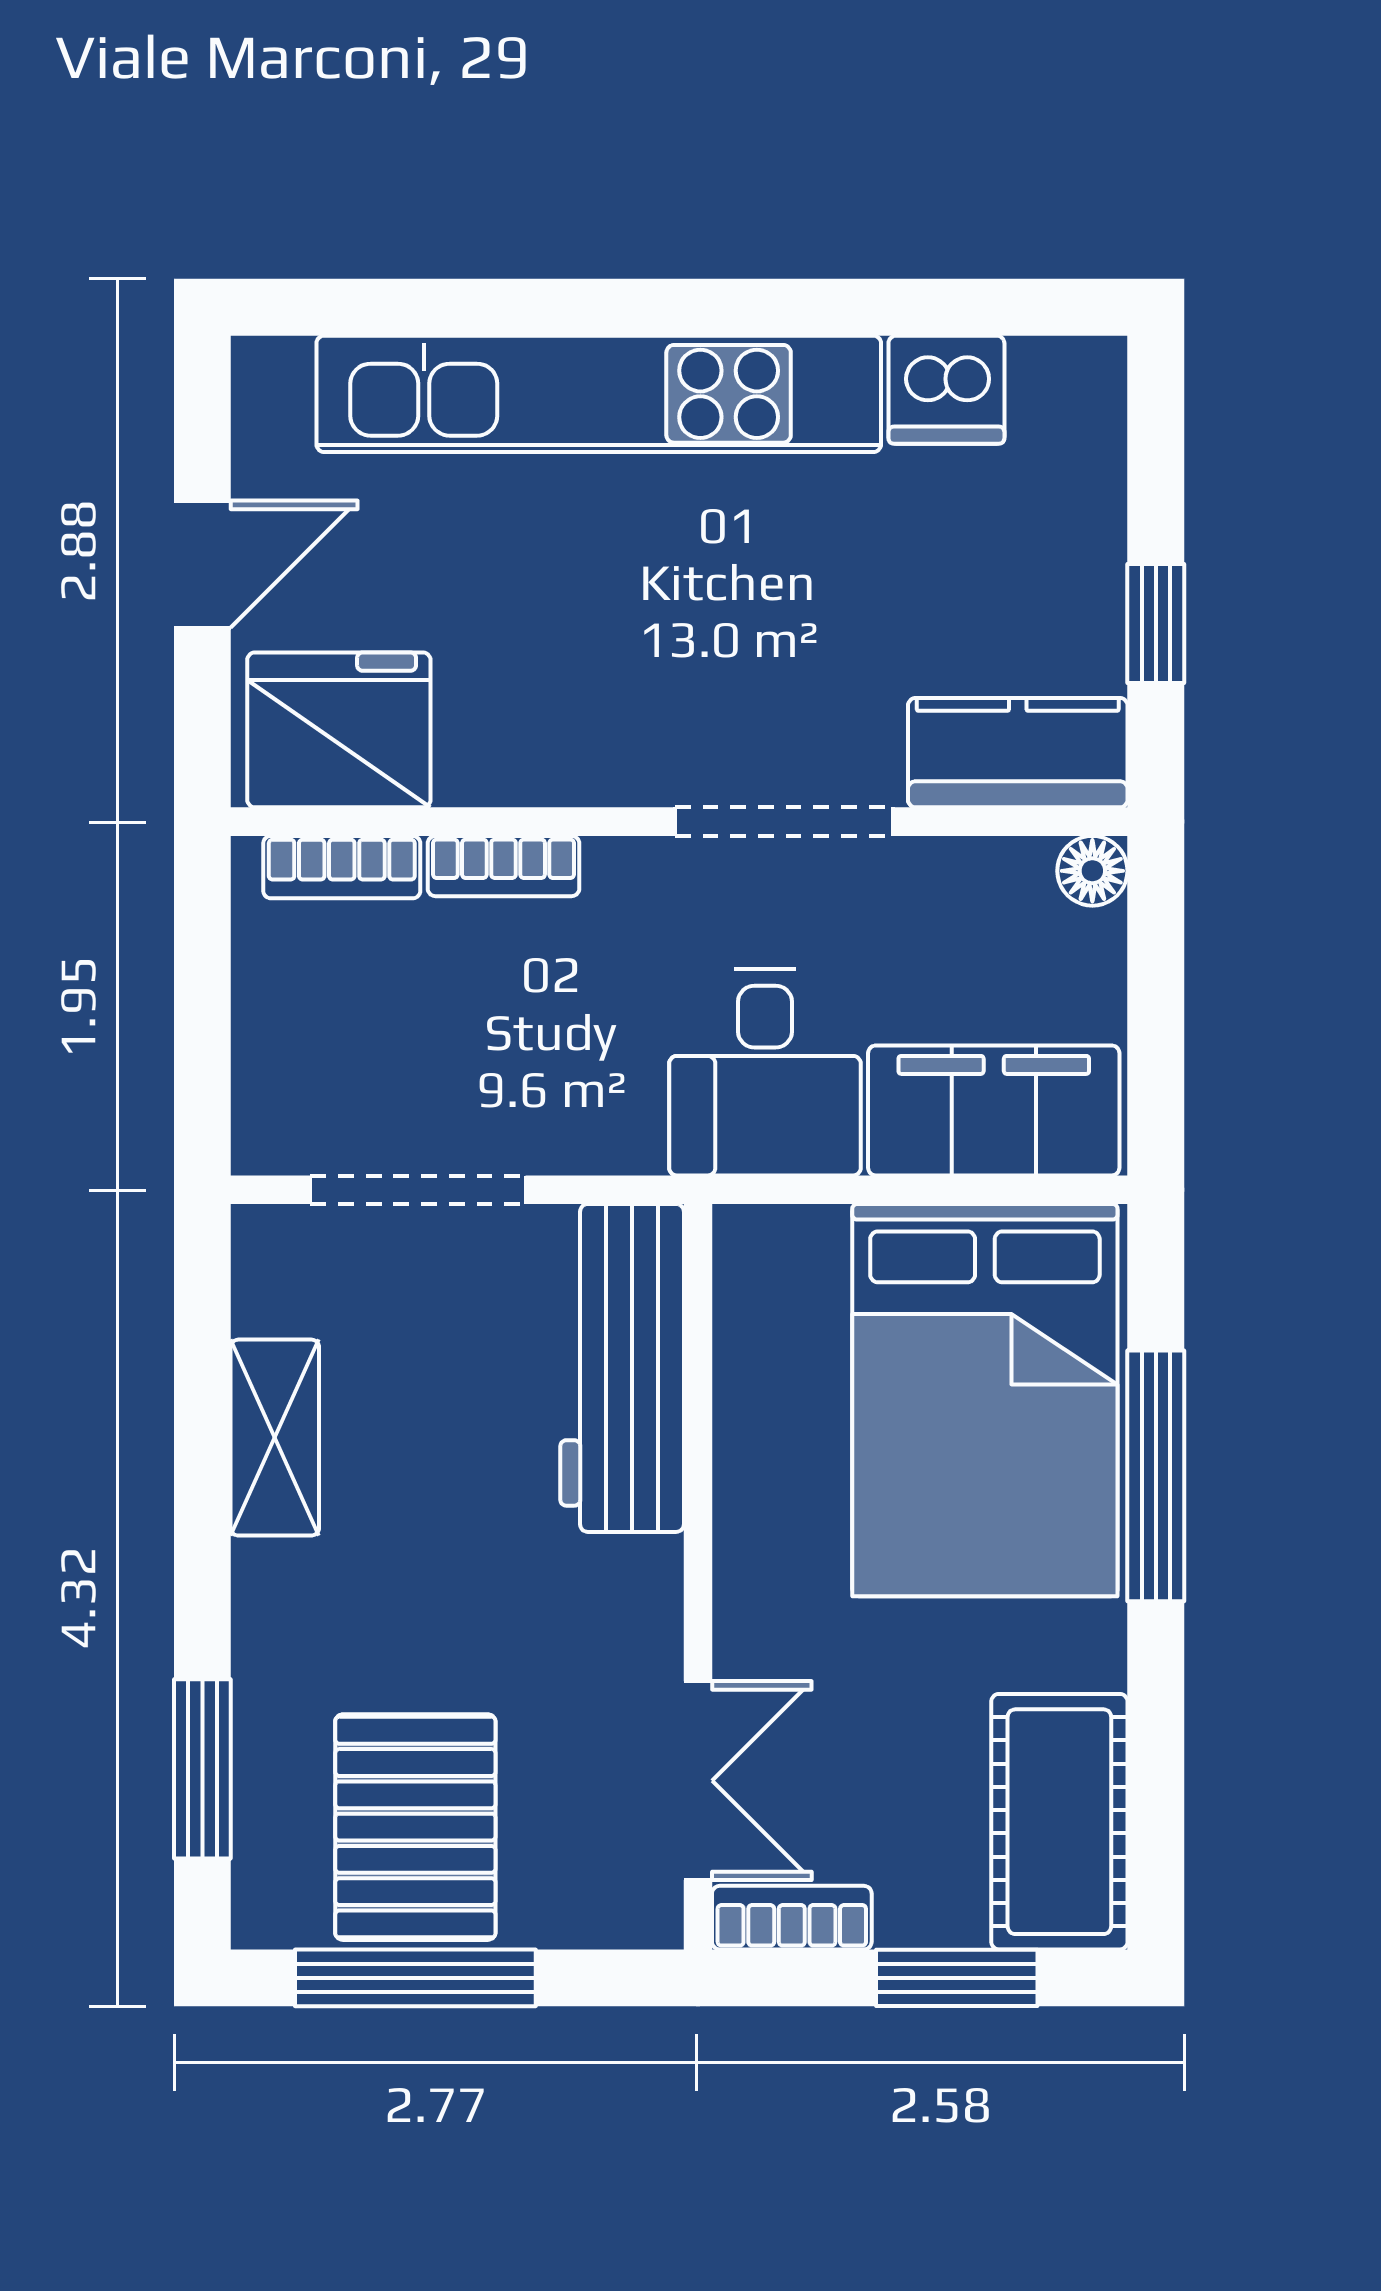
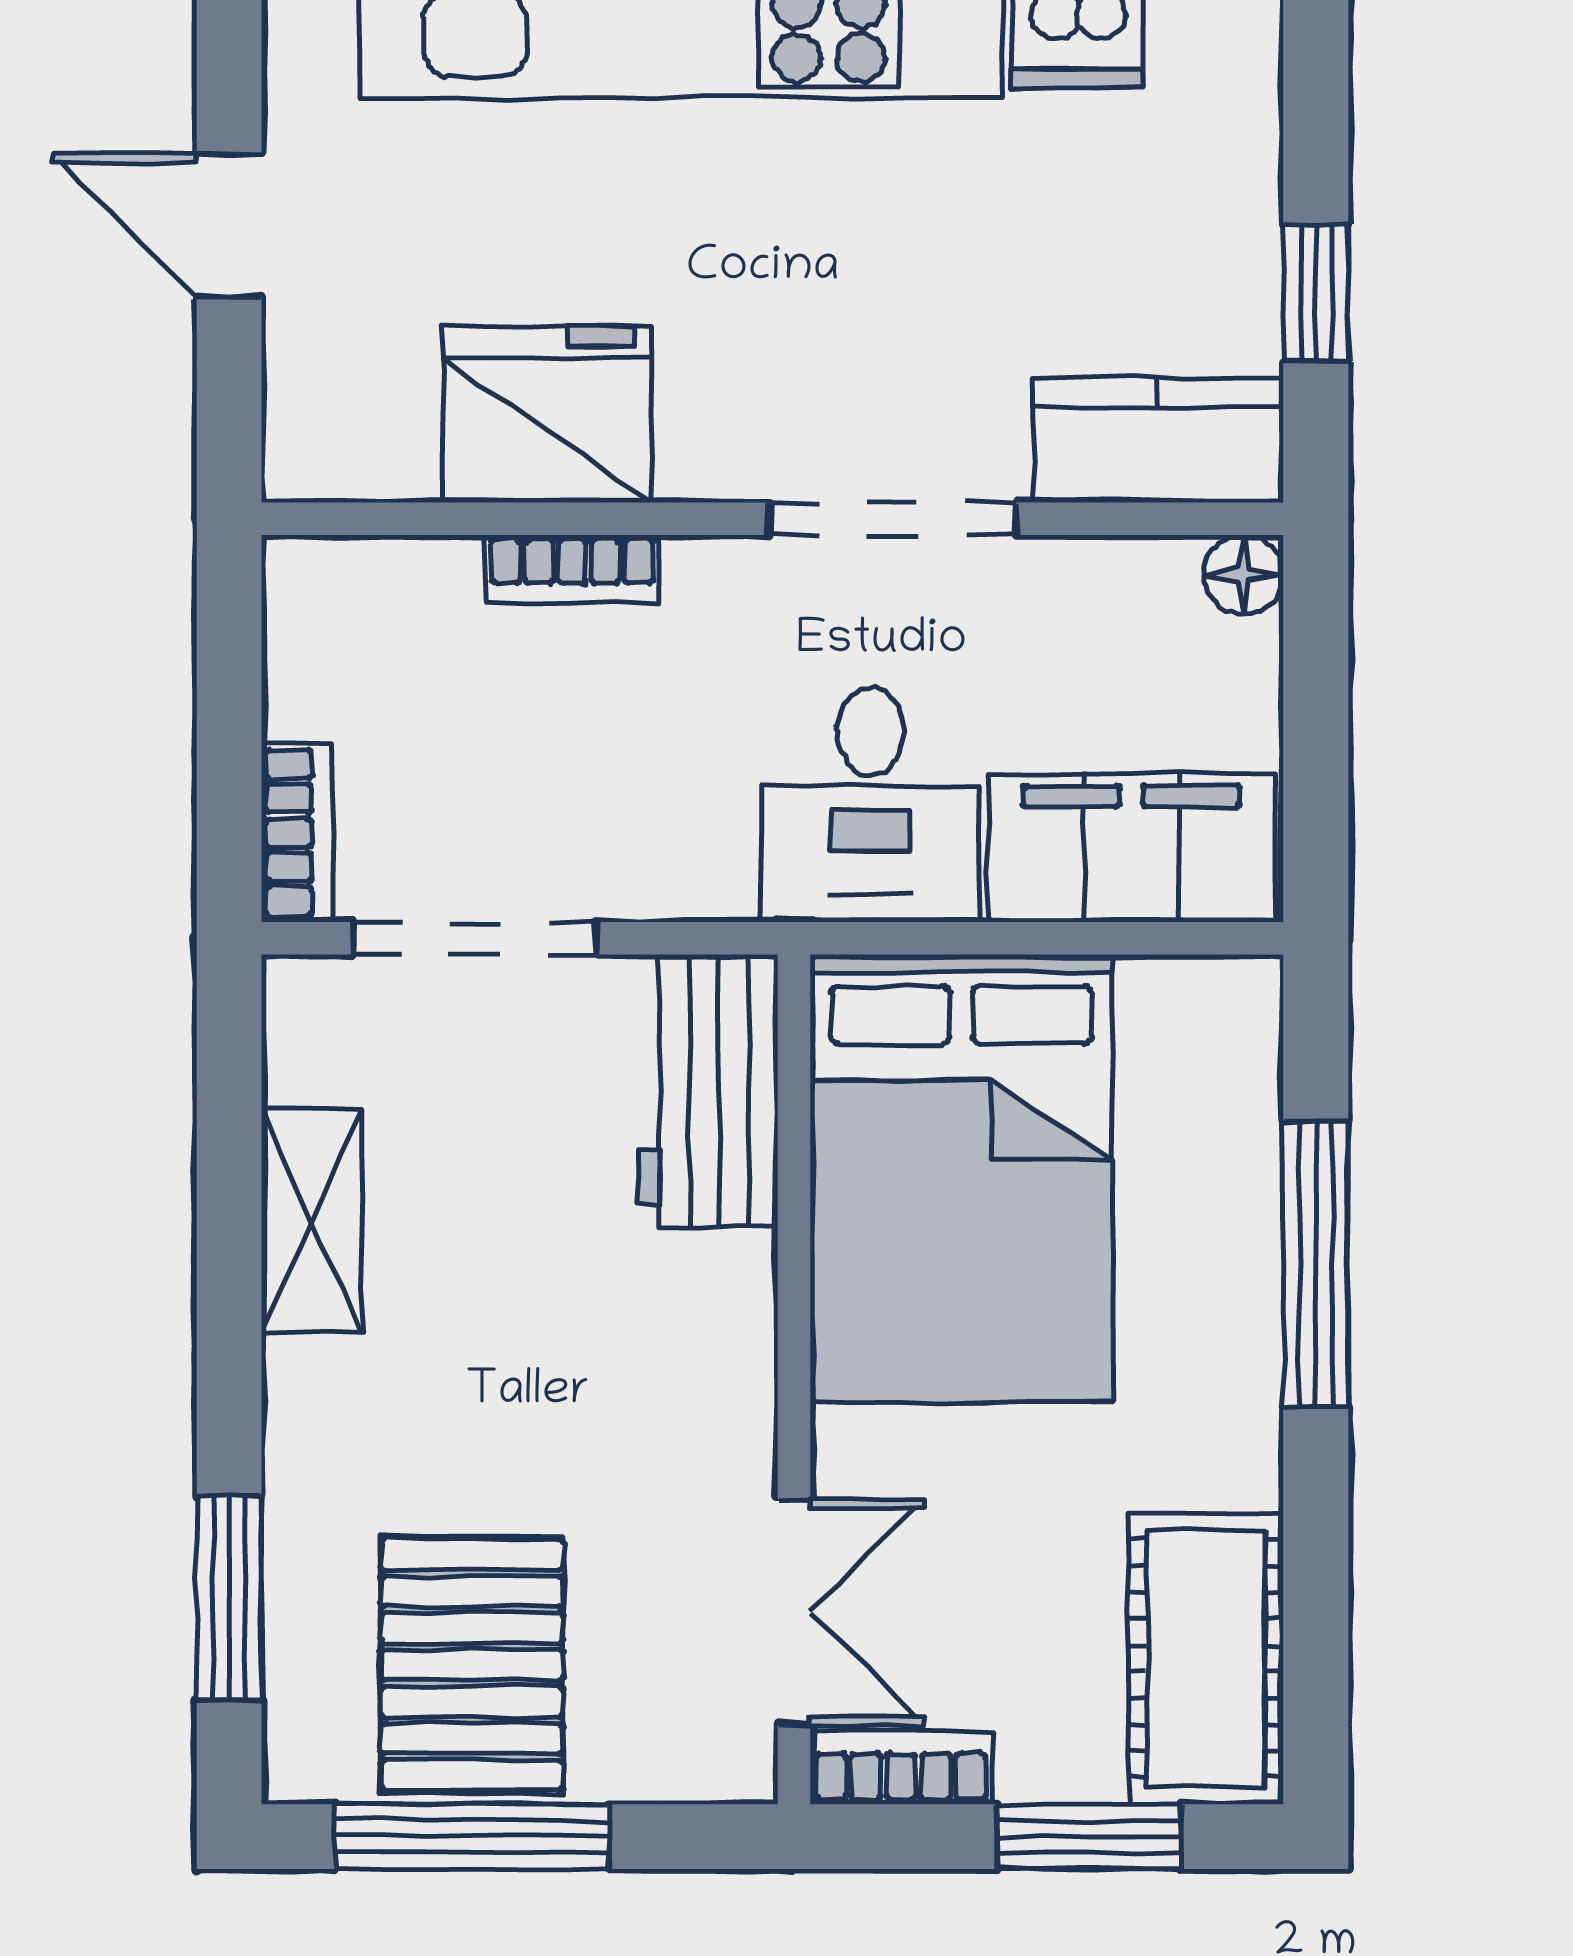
door: (202, 564) -> (229, 225), swing flipped
fridge: (339, 730) -> (547, 414), moved
bookcase: (342, 867) -> (297, 833), moved, turned -90
workbench: (622, 1368) -> (708, 1090), width x0.73
bed: (985, 1400) -> (961, 1178), moved

